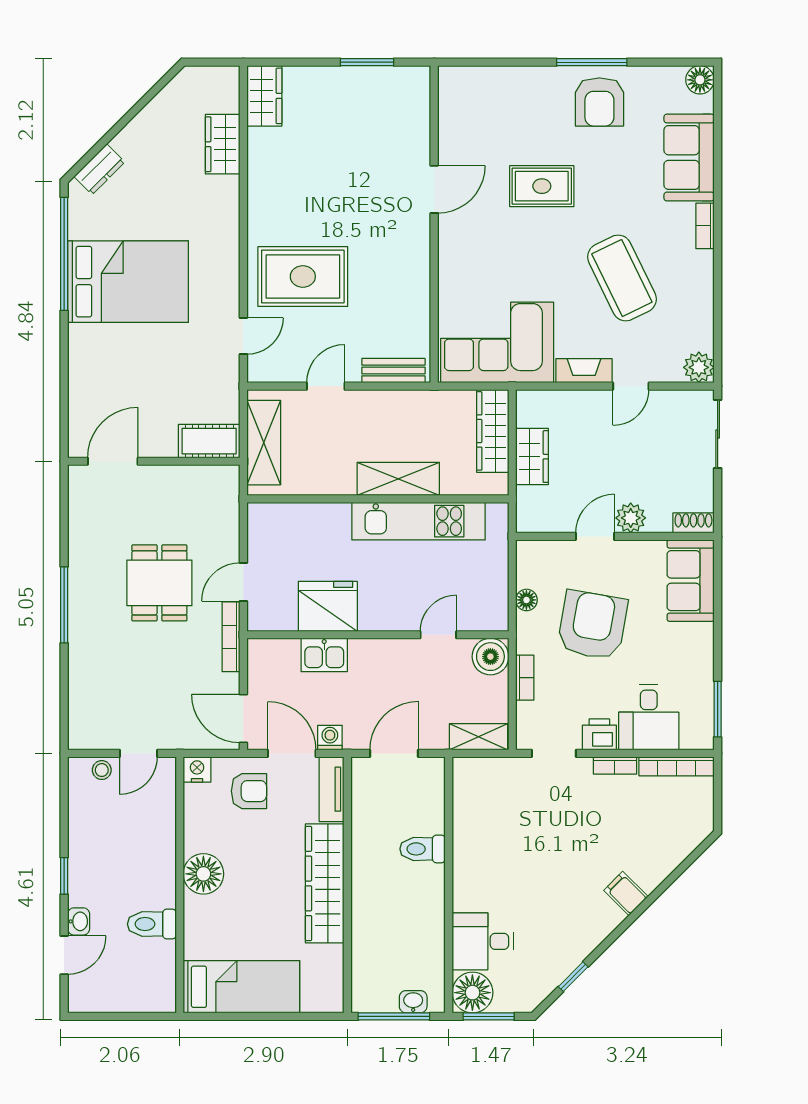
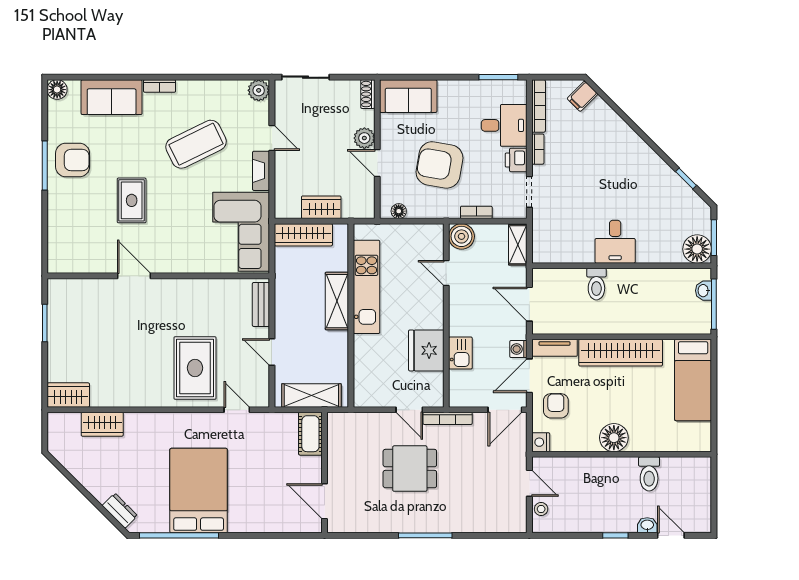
floor lamp: (526, 600) -> (399, 211), moved
filing cabinet: (626, 893) -> (582, 96), moved
desk: (483, 941) -> (615, 242), moved
bed: (241, 987) -> (693, 380), moved, turned 180

